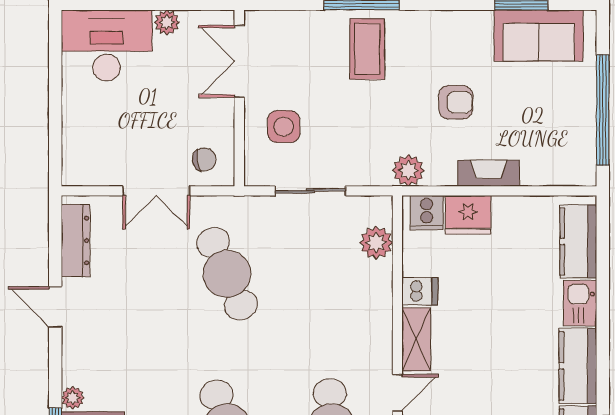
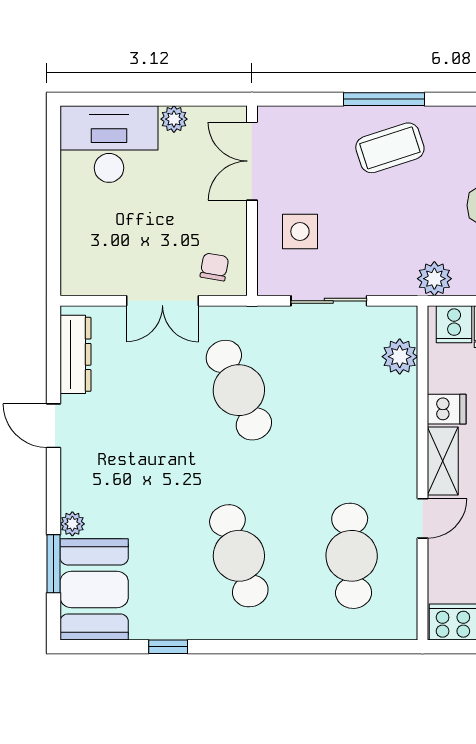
coffee table: (367, 49) -> (390, 148), turned 72
chair: (204, 159) -> (214, 267), turned -71

